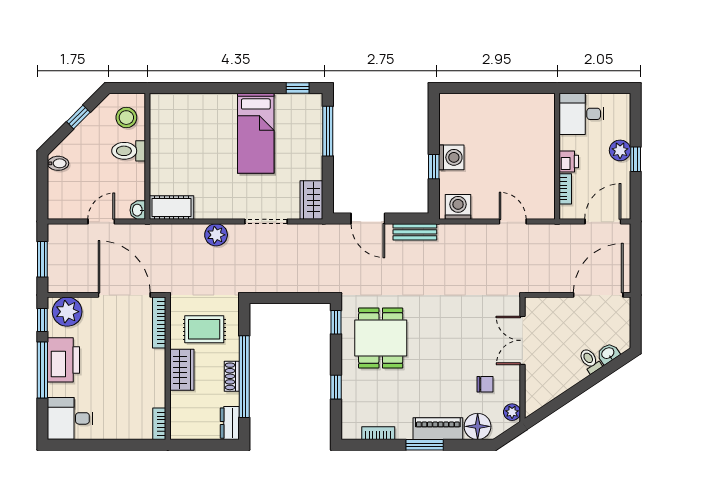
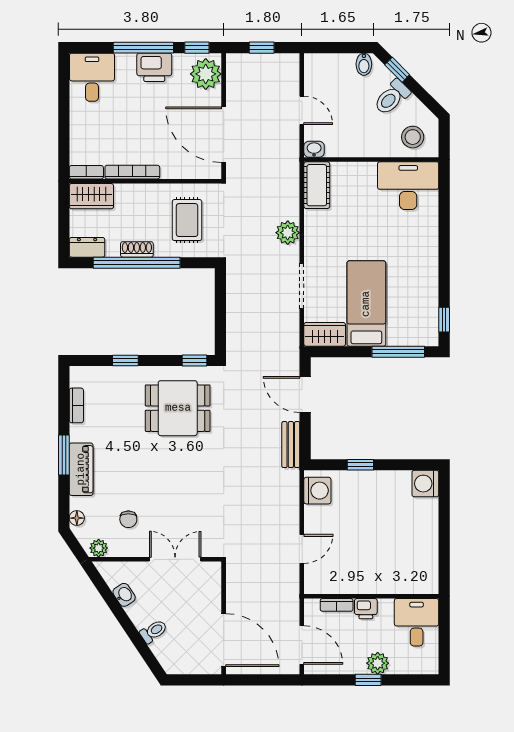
window: (78, 117) -> (397, 70), moved
desk: (172, 122) -> (408, 186), added
bed: (256, 133) -> (366, 304), moved, turned 90
toilet: (129, 151) -> (392, 97), moved, turned -135
washing machine: (451, 157) -> (425, 484), moved, turned 90
door: (368, 218) -> (305, 394), hinge flipped
window: (42, 259) -> (262, 48), width x0.67
door: (124, 295) -> (224, 135), swing flipped
bookcase: (159, 323) -> (132, 172), moved
washbasin: (608, 354) -> (124, 595), moved
printer: (63, 360) -> (154, 67), width x0.73, depth x0.84
wardrobe: (182, 370) -> (91, 196), moved
floor lamp: (478, 426) -> (77, 518), width x0.53, depth x0.53

